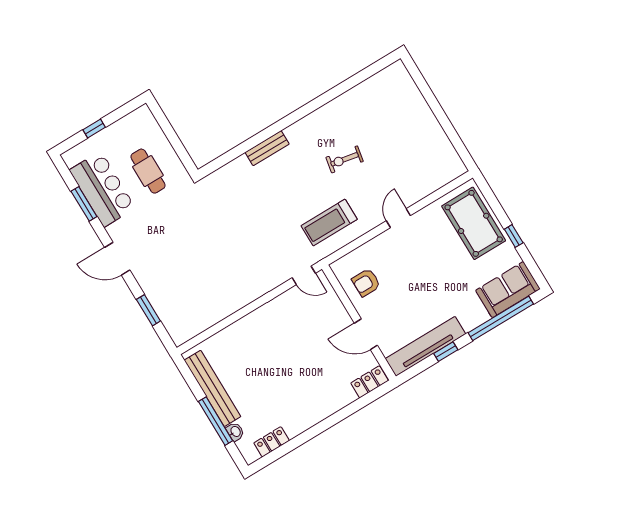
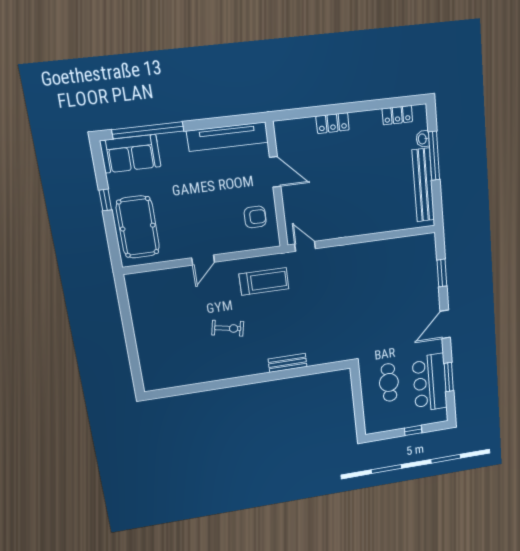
door: (117, 259) -> (445, 324), swing flipped
window: (446, 352) -> (211, 123), removed
locker: (370, 382) -> (333, 123), moved

